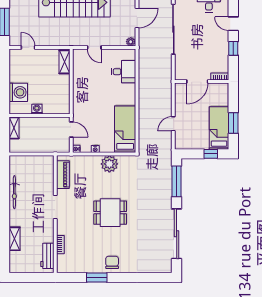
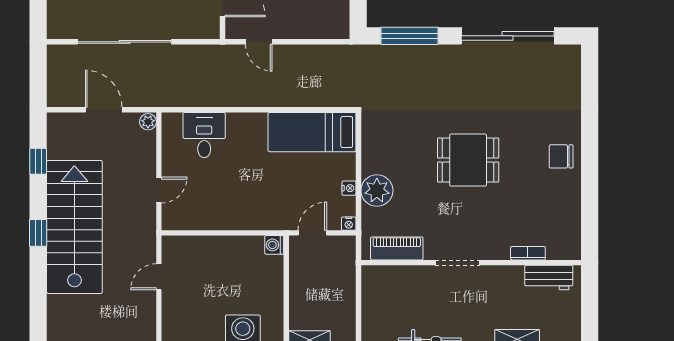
door: (28, 47) -> (159, 277), moved
shelving: (64, 62) -> (186, 246), removed
washing machine: (37, 109) -> (274, 245), moved
door: (173, 124) -> (259, 42), moved
plant: (109, 164) -> (377, 191), moved
dining table: (110, 213) -> (468, 160), turned 90
window: (97, 278) -> (590, 185), removed

